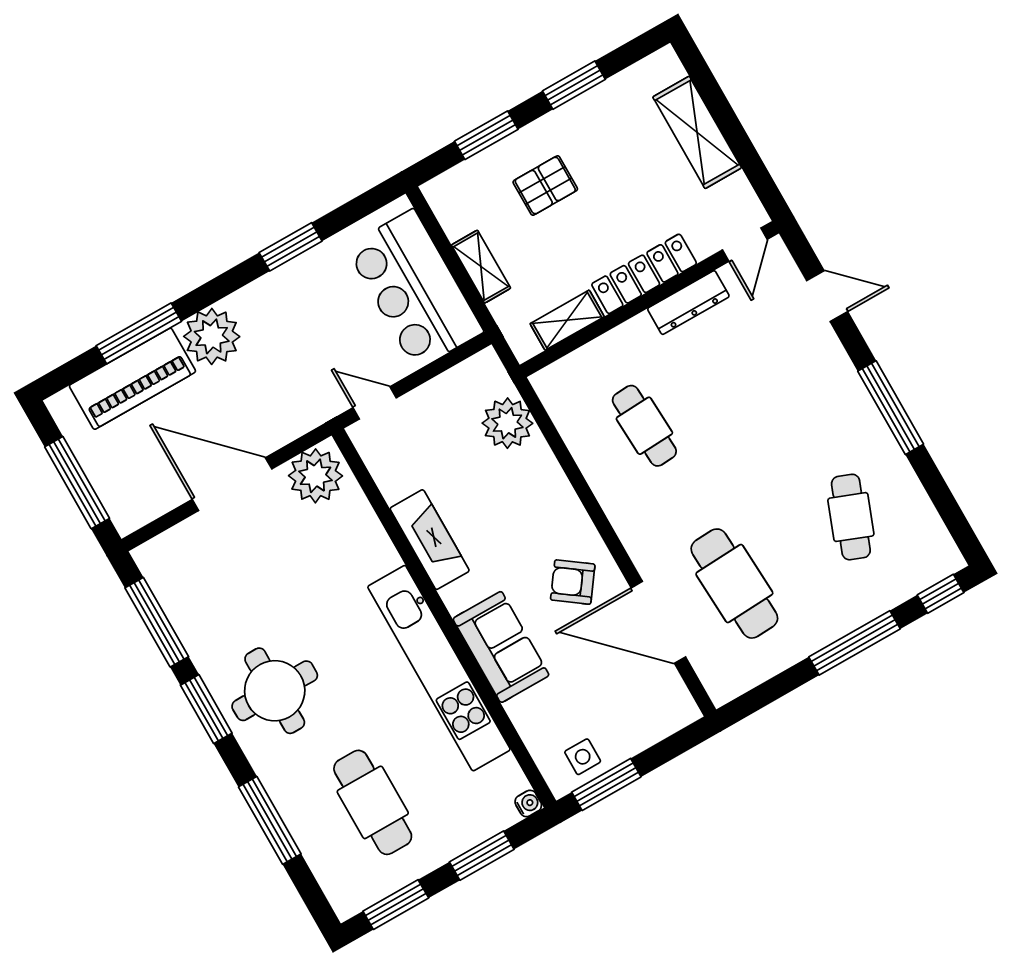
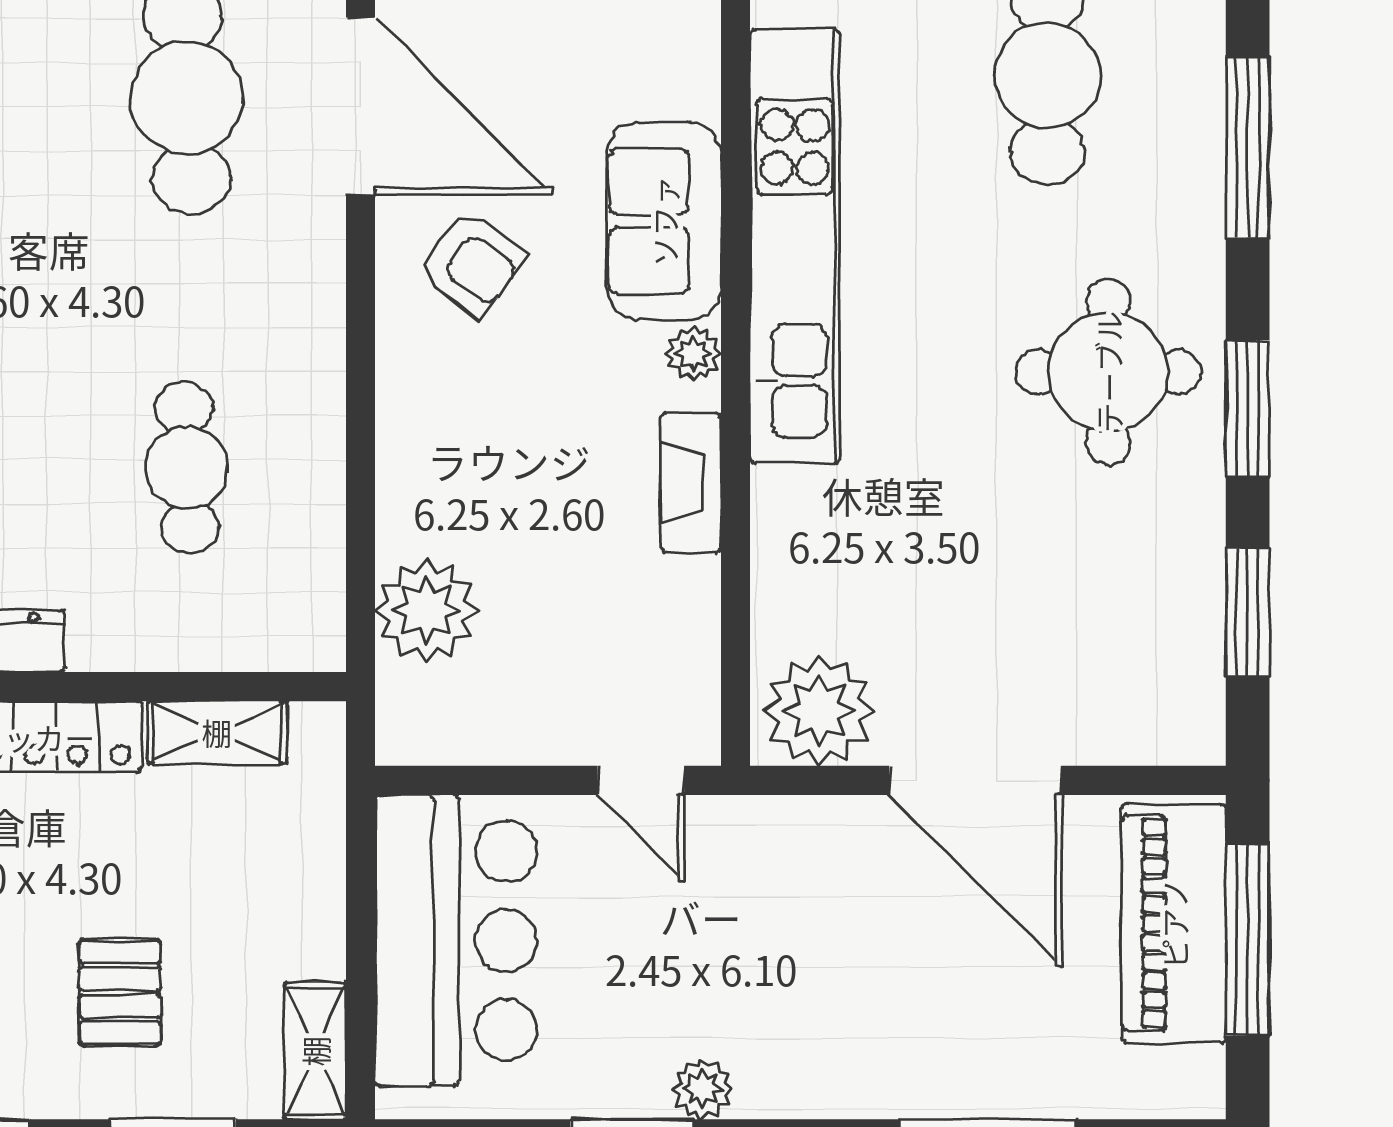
pallet: (545, 186) -> (120, 993), turned 90
shelving: (481, 267) -> (315, 1051), moved
plant: (212, 336) -> (702, 1089), moved, width x0.53, depth x0.53
piano: (132, 379) -> (1174, 923), moved, turned -90
fireplace: (430, 540) -> (691, 483), width x0.73, depth x0.76
plant: (456, 598) -> (694, 354), added
window: (157, 622) -> (1248, 612), width x0.69

